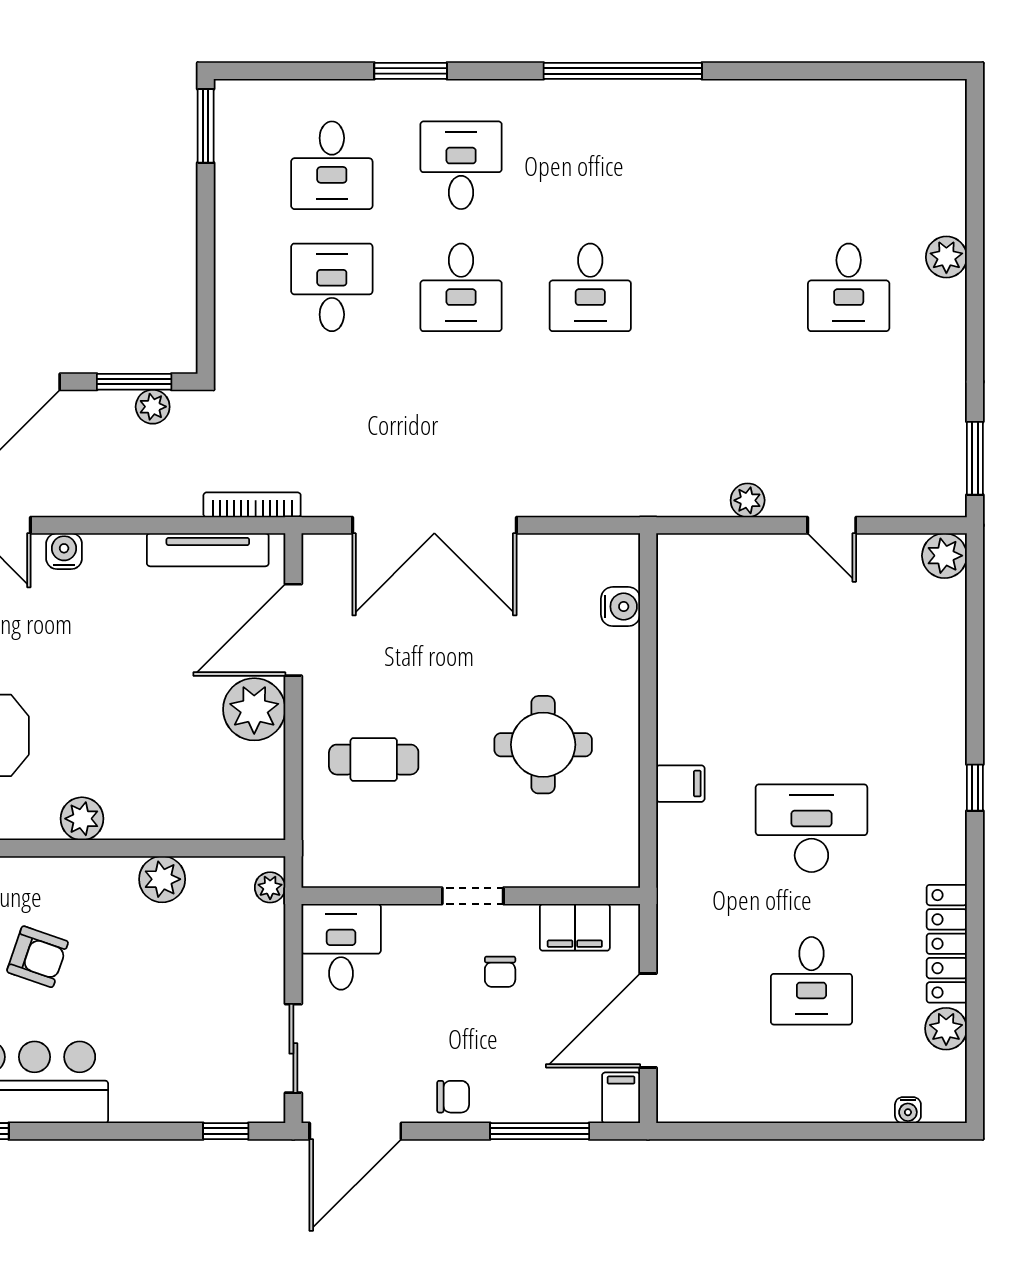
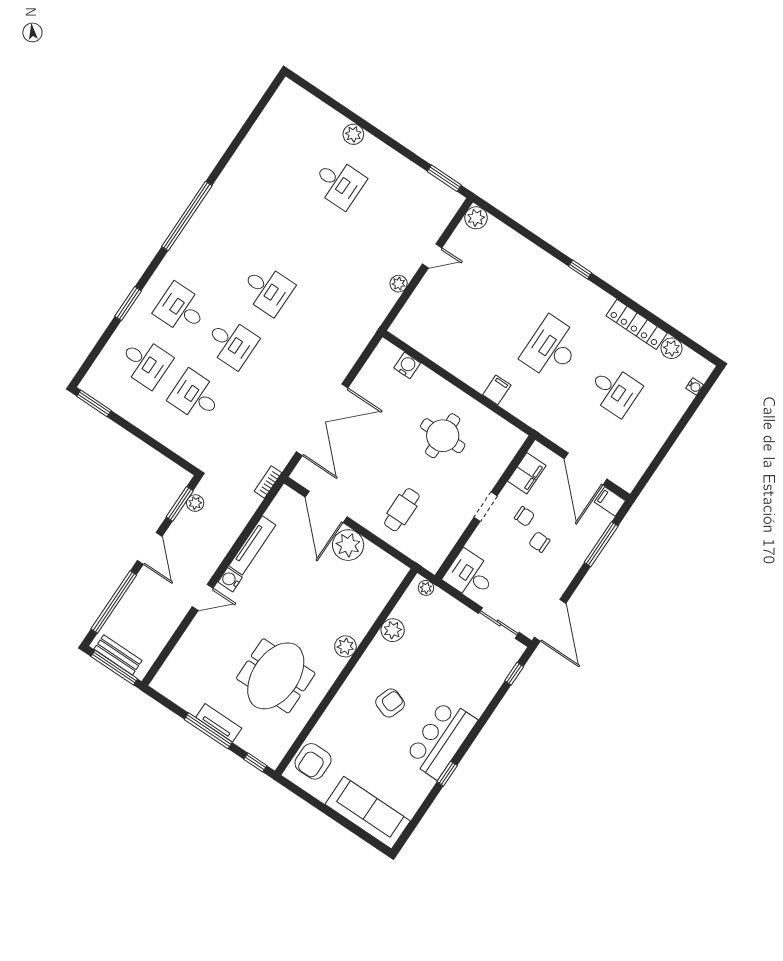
bookcase: (252, 505) -> (268, 482), width x0.64
tv unit: (208, 550) -> (252, 545), moved
chair: (453, 1097) -> (539, 542), moved, turned -90

